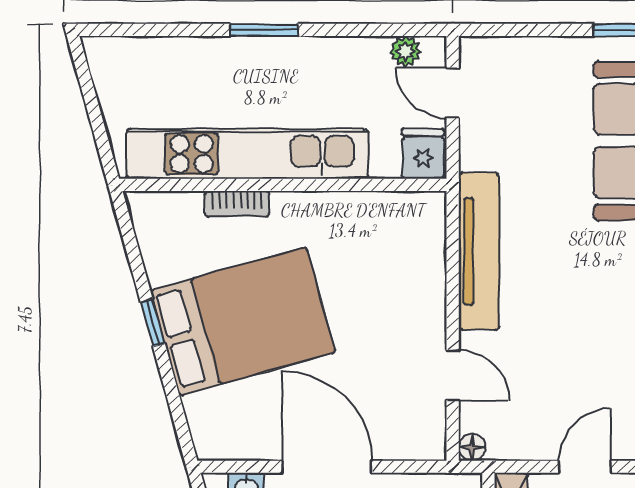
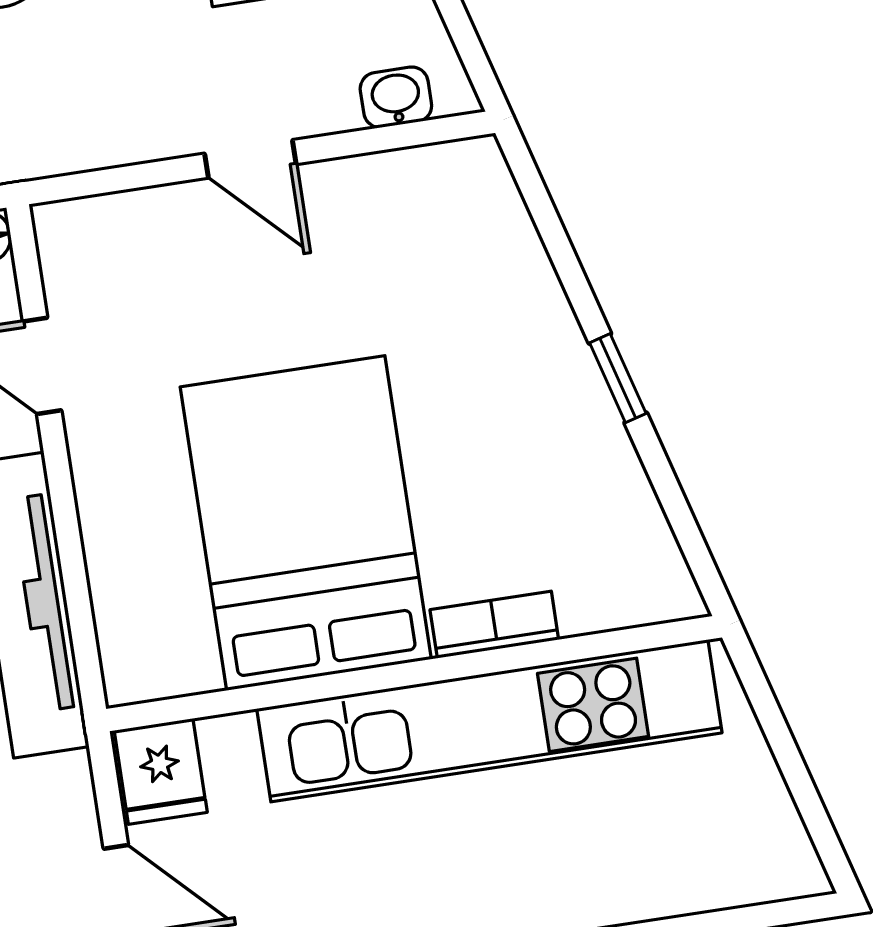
bed: (243, 321) -> (306, 523), moved, turned 106
door: (327, 467) -> (250, 159), width x0.53

